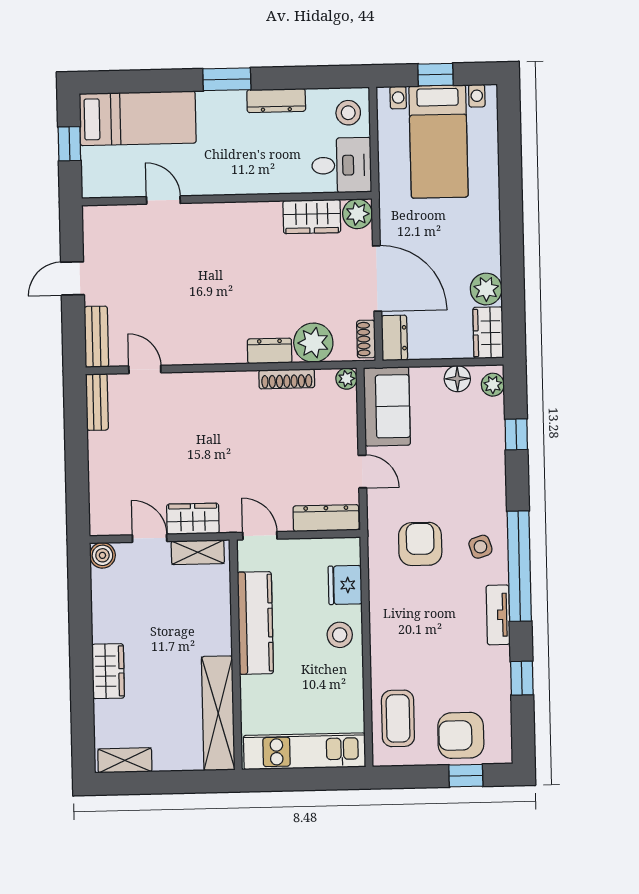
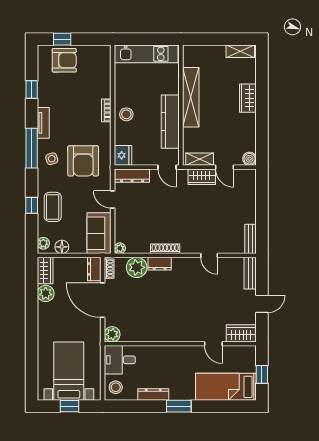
wardrobe: (312, 217) -> (241, 333), moved
door: (145, 369) -> (209, 255), moved
shoe rack: (287, 379) -> (165, 249), moved
window: (516, 434) -> (32, 205), moved
armchair: (420, 544) -> (83, 161), width x1.36, depth x1.36
window: (519, 566) -> (32, 148), width x0.68
fridge: (345, 585) -> (123, 155), moved
bookcase: (378, 641) -> (106, 110), added
shelving: (218, 713) -> (191, 97), moved
coffee table: (398, 718) -> (53, 207), moved

